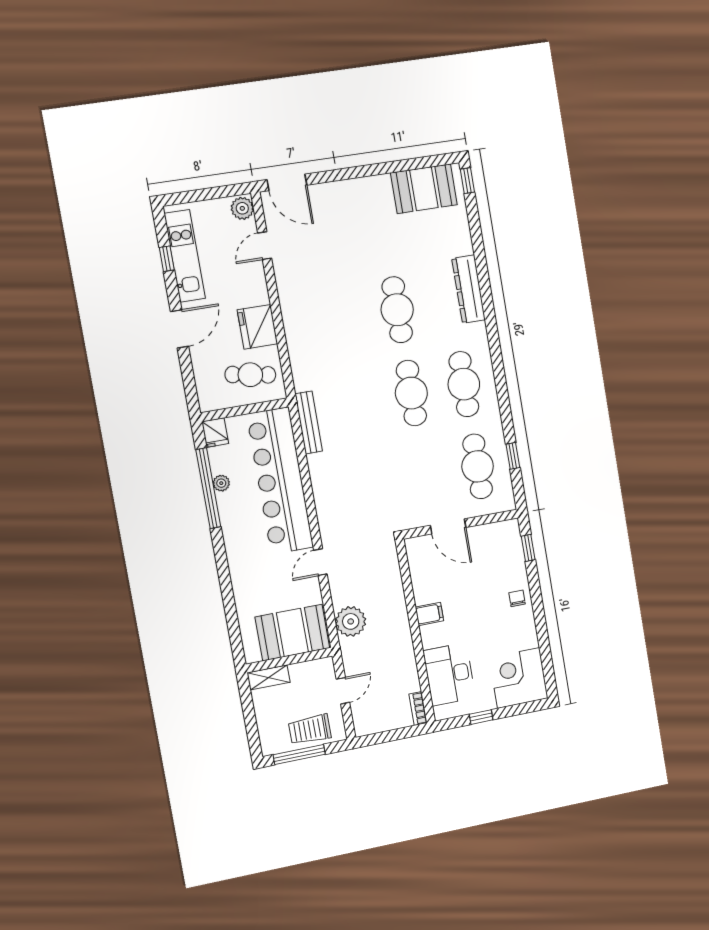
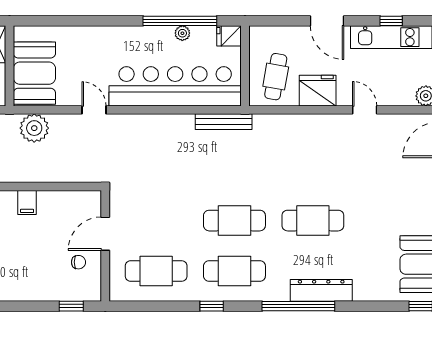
door: (265, 246) -> (365, 110), moved
window: (489, 311) -> (298, 306), added
window: (513, 456) -> (212, 306), moved
chair: (517, 598) -> (78, 262), moved

